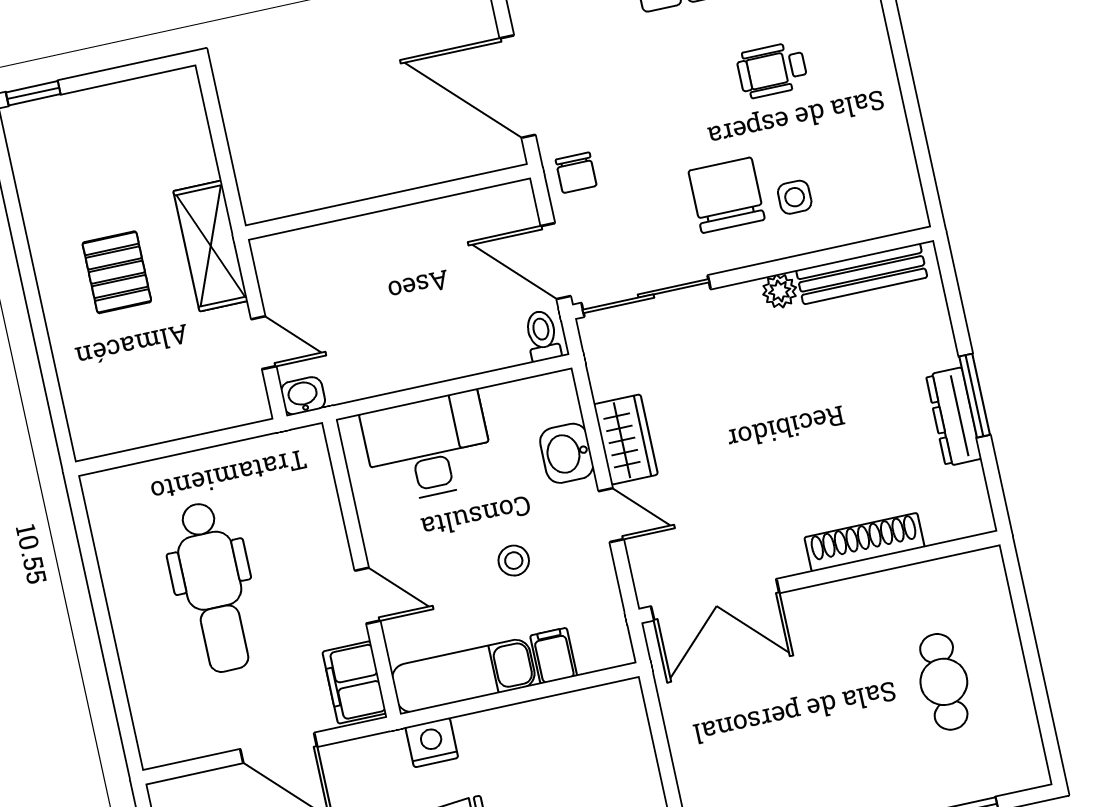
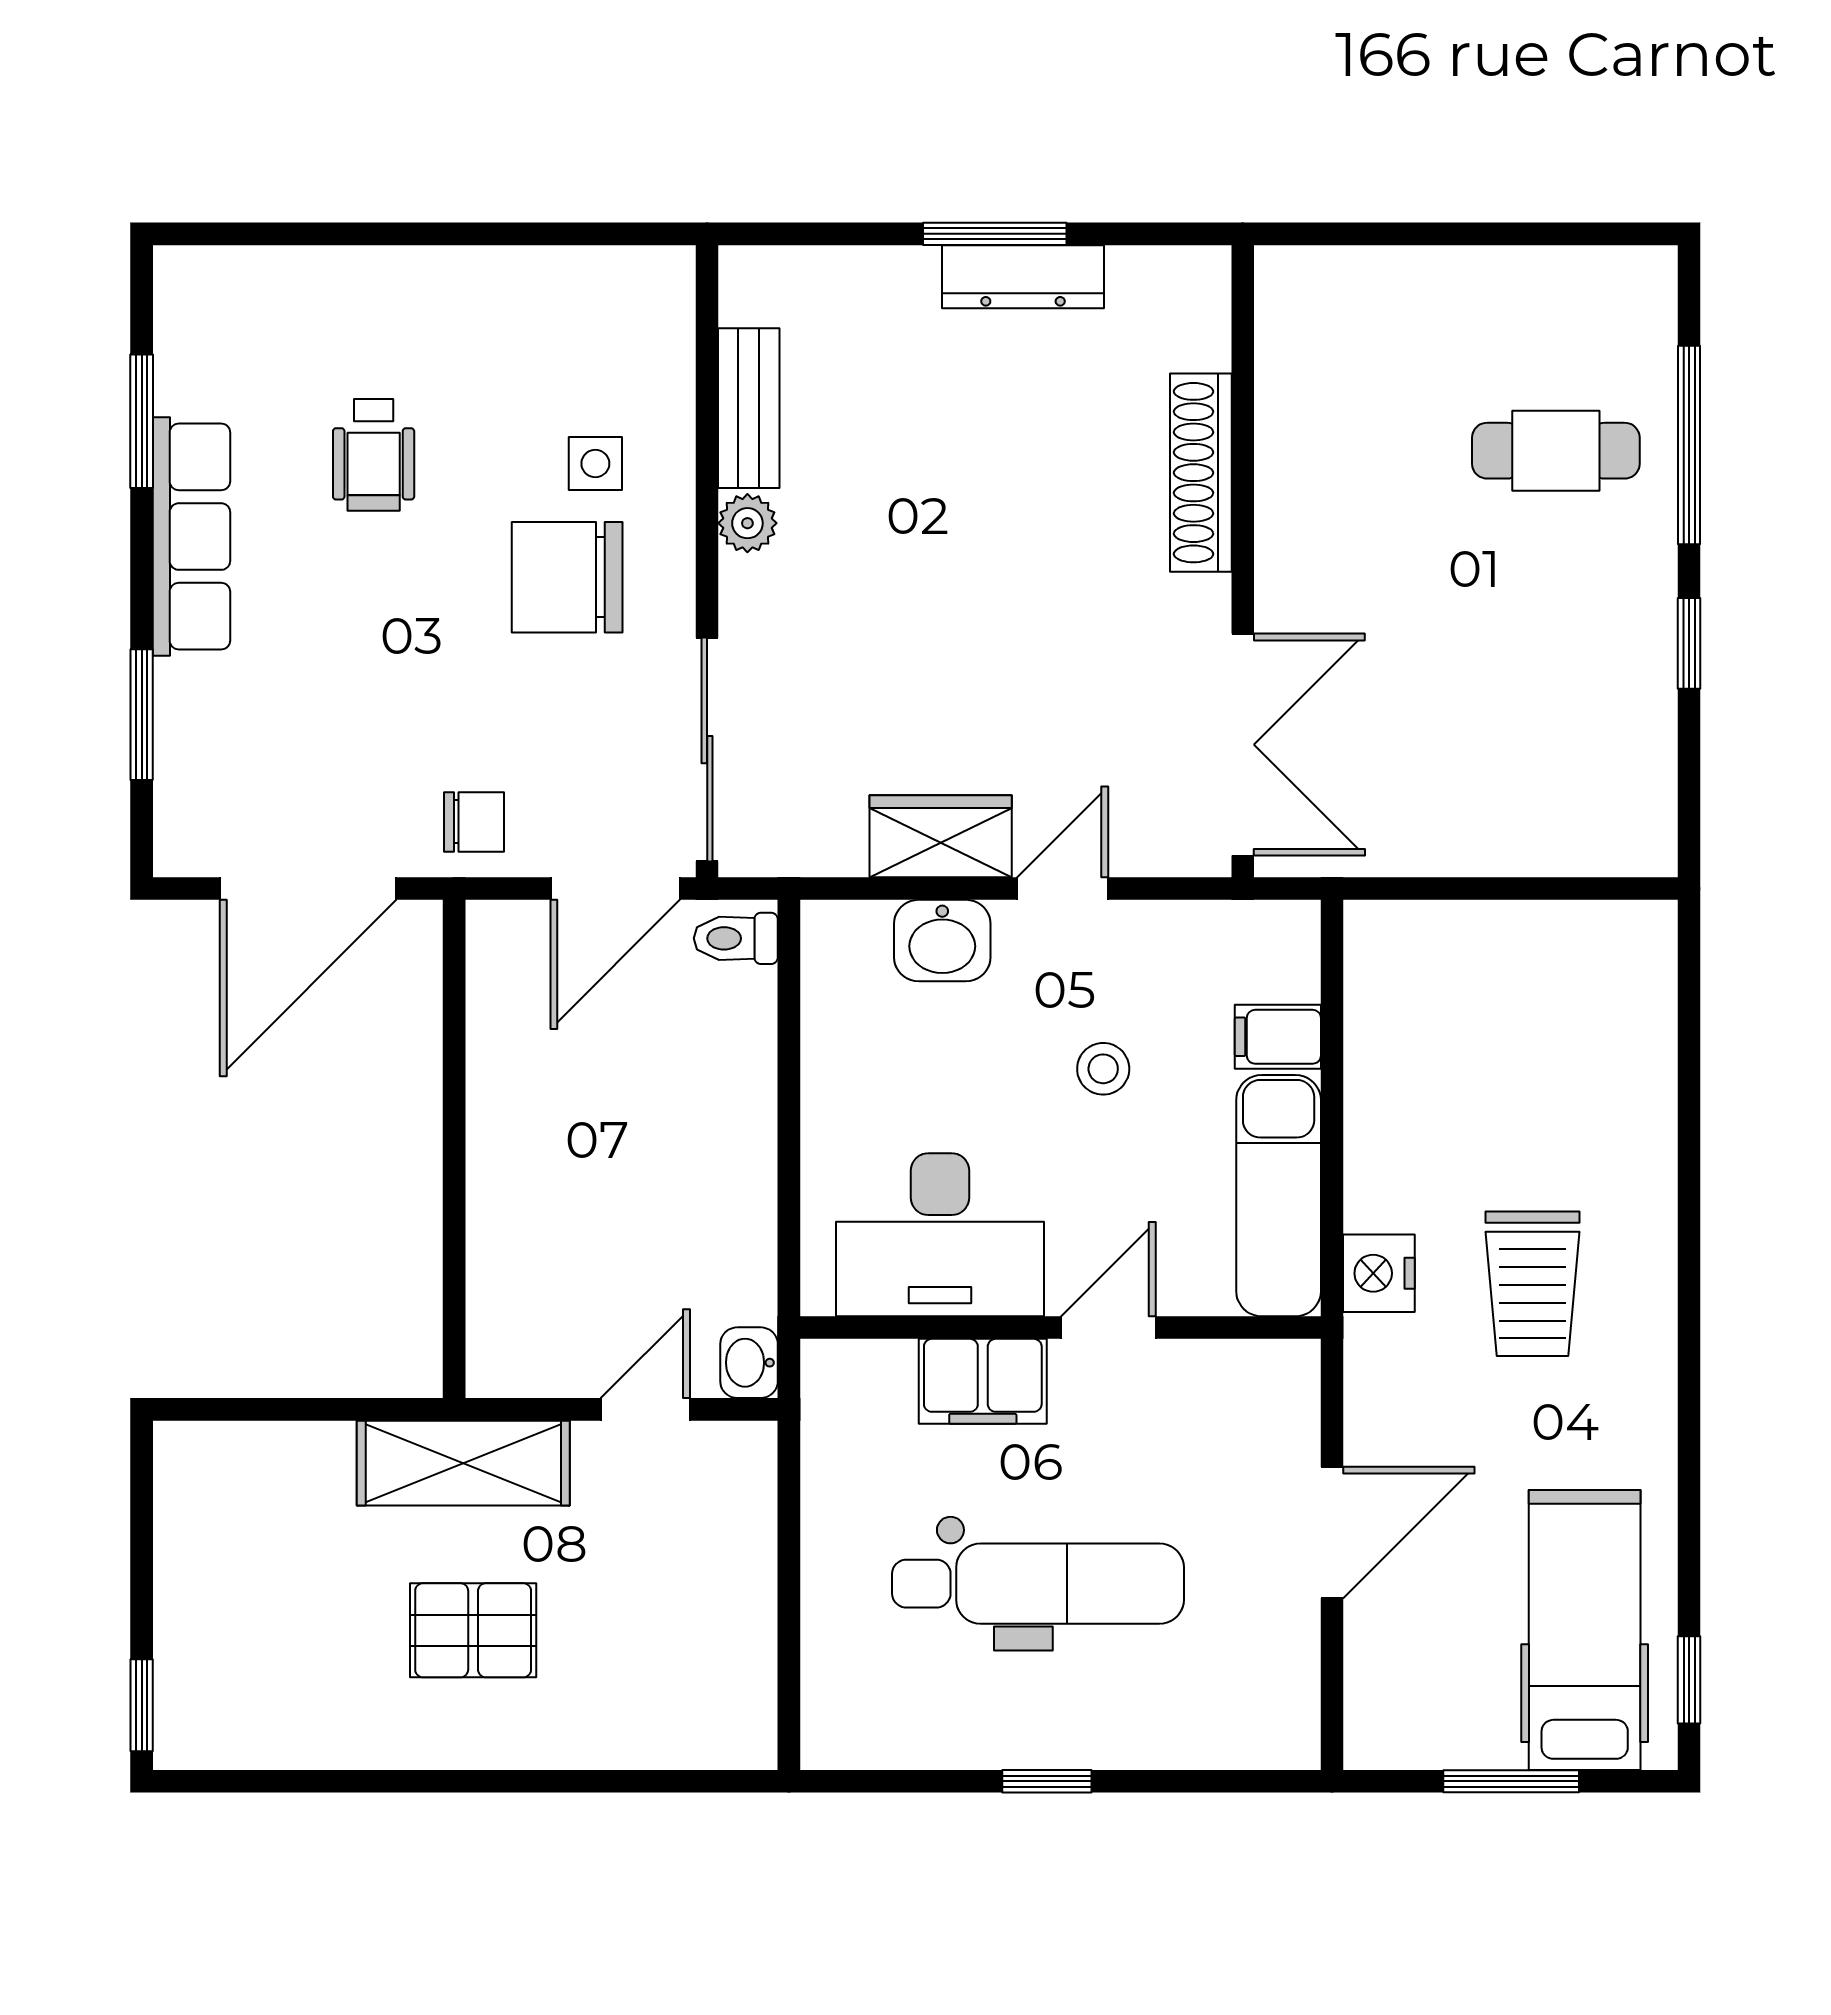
bench: (862, 274) -> (749, 408), width x0.73
desk: (428, 447) -> (940, 1235), moved, turned -90
window: (102, 617) -> (1047, 1781), added
filing cabinet: (354, 682) -> (983, 1381), moved
cafe table: (944, 682) -> (1556, 451), moved

